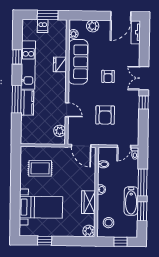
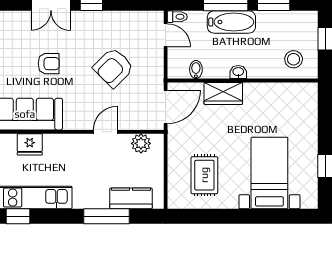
window: (17, 99) -> (106, 216), moved
kitchen counter: (27, 103) -> (131, 198), moved
armchair: (105, 115) -> (113, 68), turned 135
bathtub: (131, 201) -> (231, 22), moved
wardrobe: (88, 202) -> (223, 93), moved
plant: (89, 231) -> (308, 92), removed

